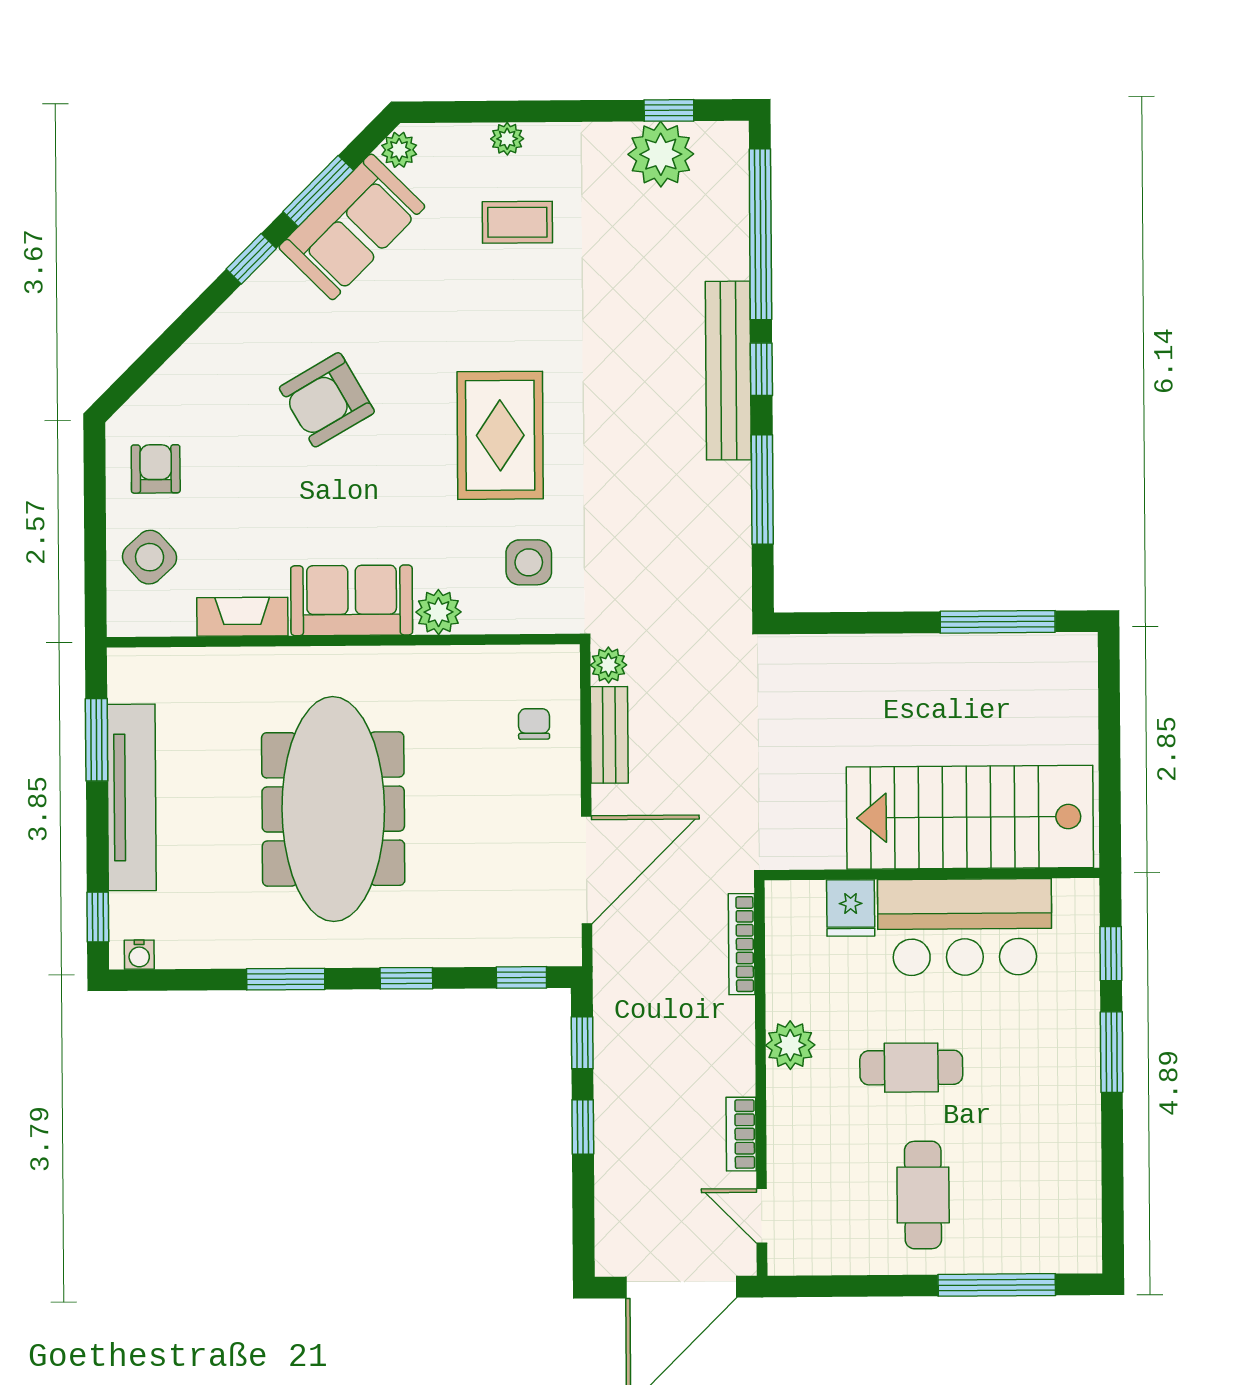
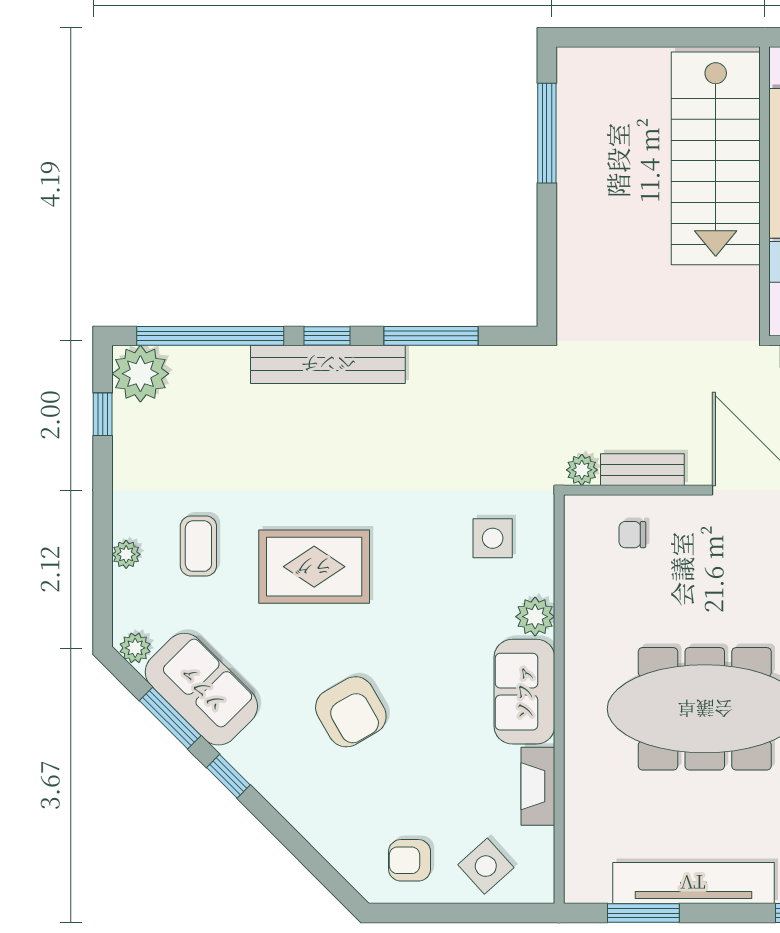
plant: (661, 154) -> (140, 374), moved
rug: (500, 435) -> (314, 567), moved

